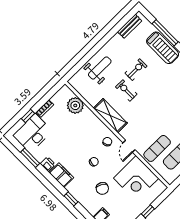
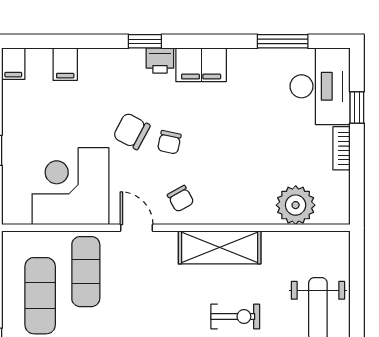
printer: (48, 164) -> (160, 61), moved
chair: (102, 188) -> (132, 131), moved

